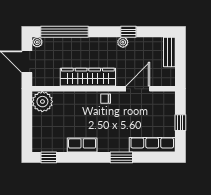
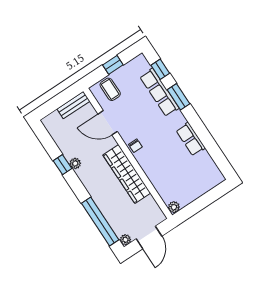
bench: (169, 52) -> (73, 105), moved
plant: (42, 102) -> (174, 207), width x0.53, depth x0.53
coffee table: (163, 108) -> (110, 89), added
row of seats: (152, 145) -> (159, 92), moved
window: (49, 157) -> (160, 69), moved

